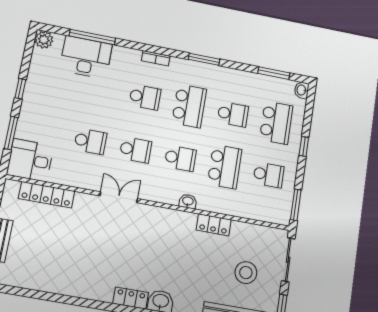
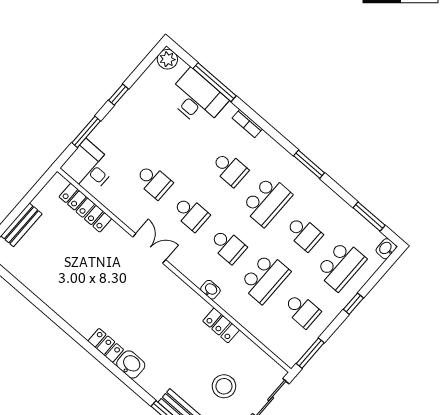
bookcase: (156, 58) -> (247, 123), moved

